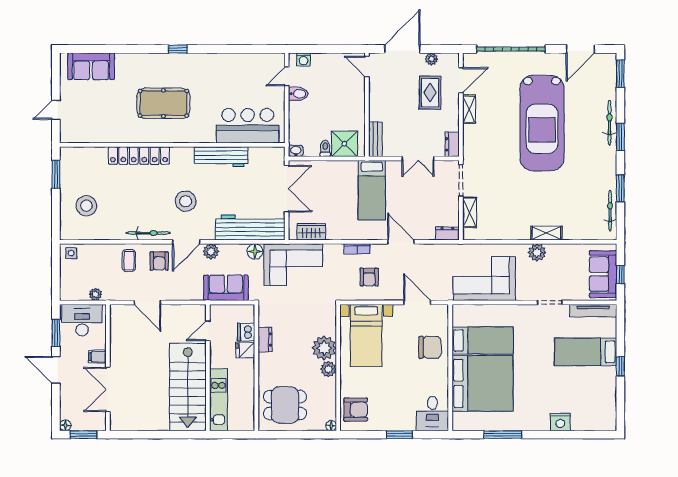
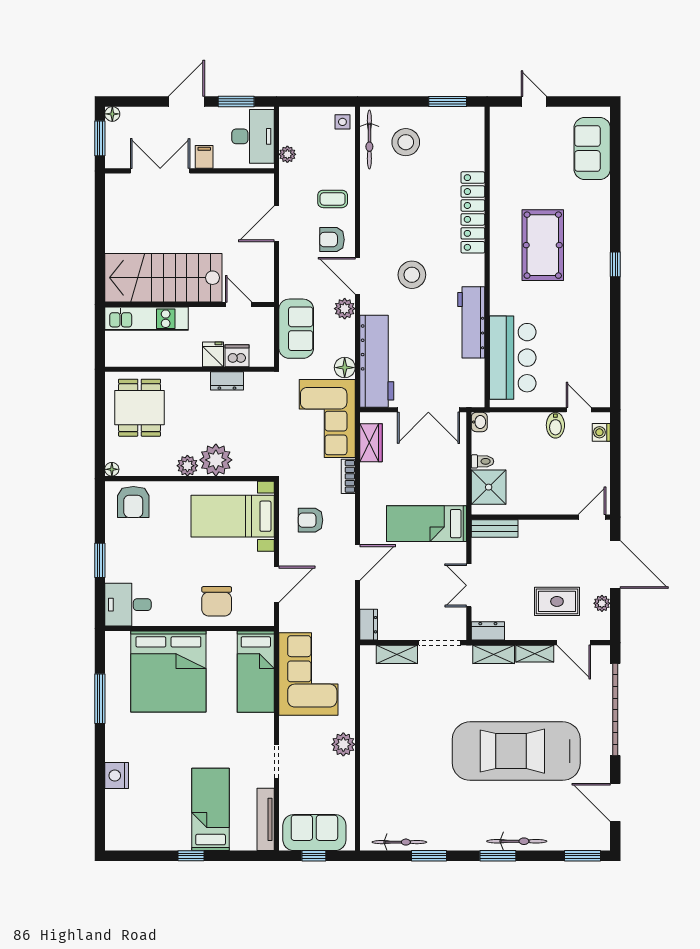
bicycle: (148, 233) -> (369, 139), moved
shelving: (546, 233) -> (494, 654), moved, turned 90
bookcase: (357, 249) -> (348, 476), moved
bed: (483, 340) -> (256, 672), moved

